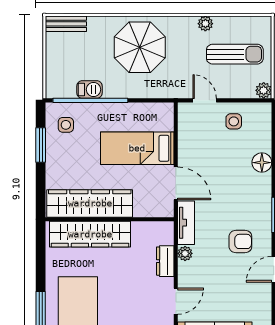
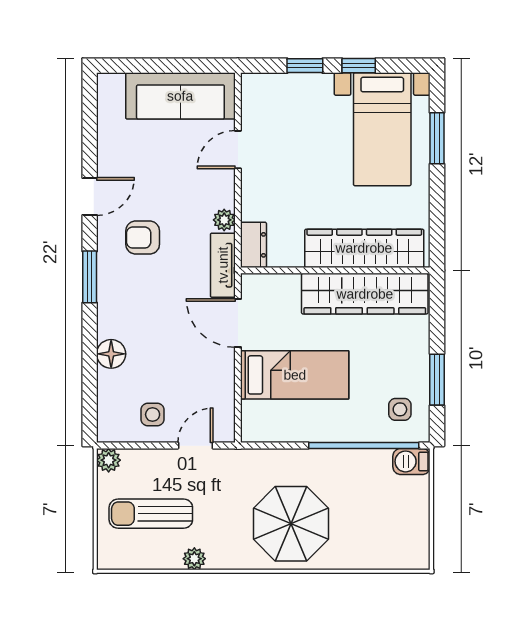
bench: (66, 24) -> (400, 558), removed
barbecue: (89, 89) -> (411, 461), moved
door: (205, 100) -> (195, 446), swing flipped
dresser: (165, 261) -> (254, 245), moved

